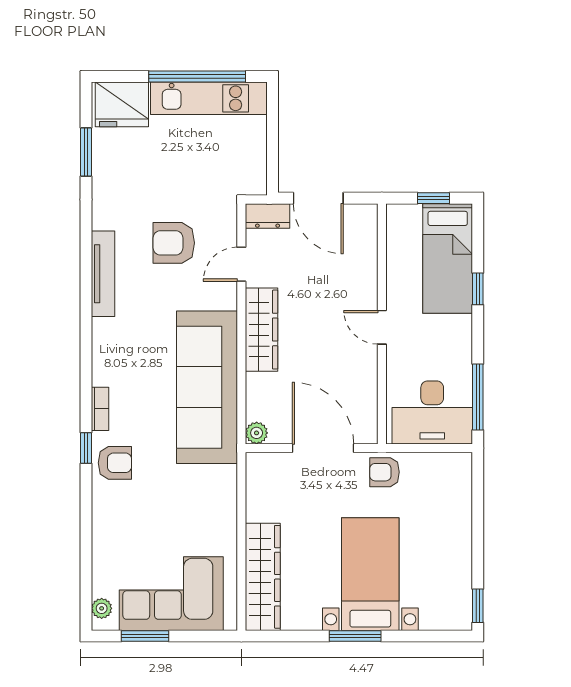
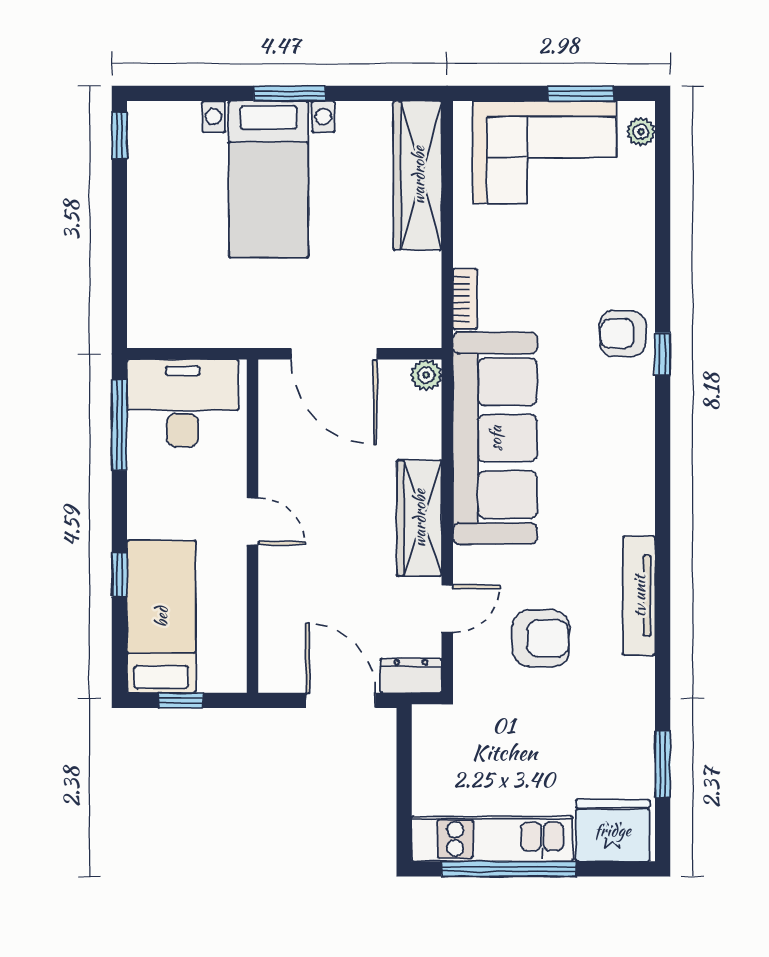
bookcase: (100, 409) -> (465, 299), moved, turned 180
armchair: (385, 472) -> (249, 320), removed

